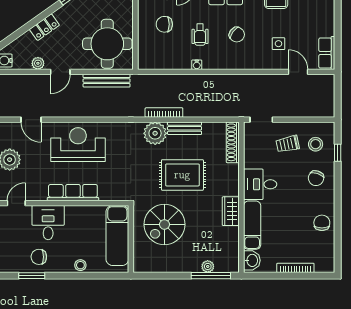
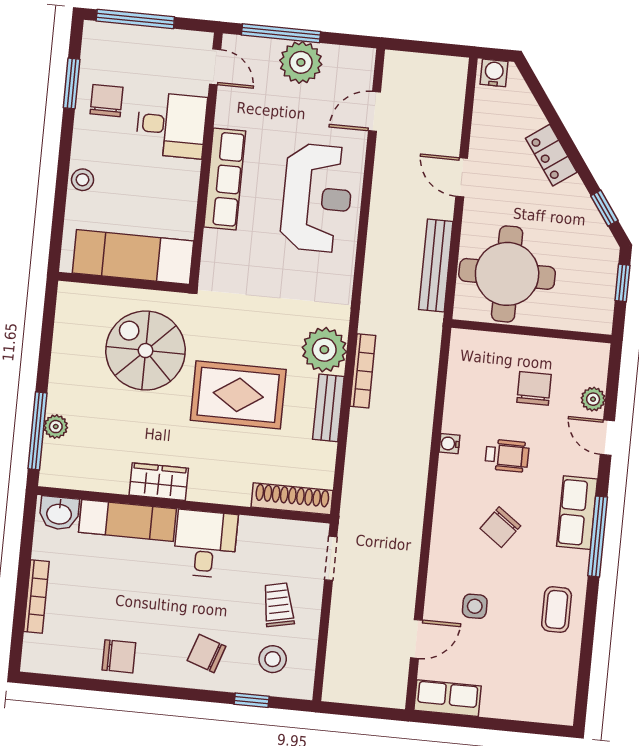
wheelchair: (200, 35) -> (507, 456), turned 180
plant: (38, 63) -> (482, 136), removed
rug: (182, 175) -> (238, 395), turned 90

